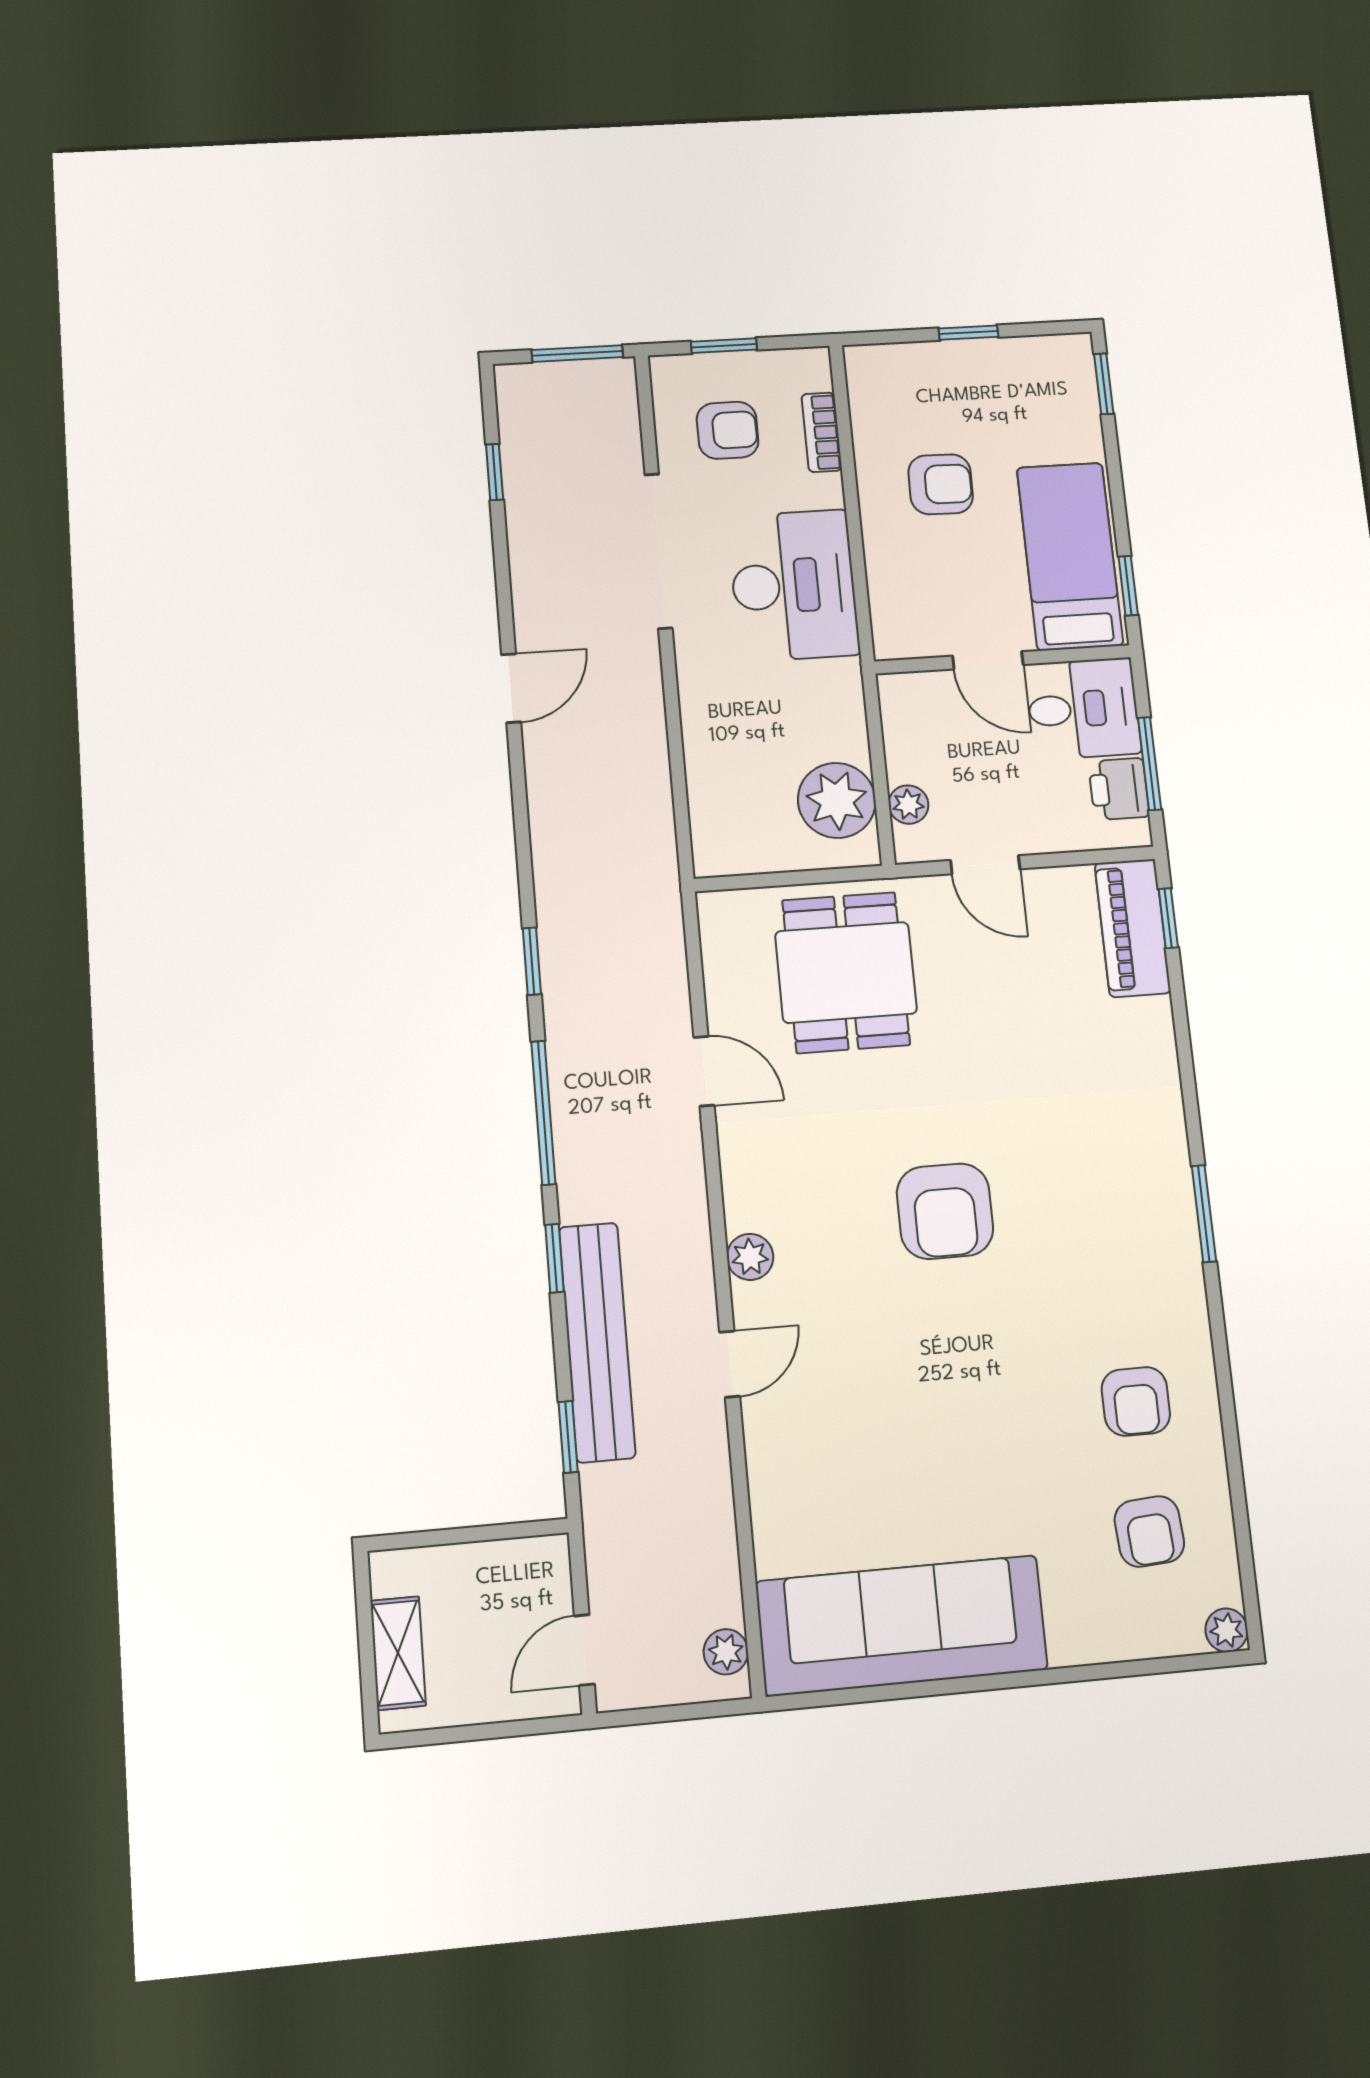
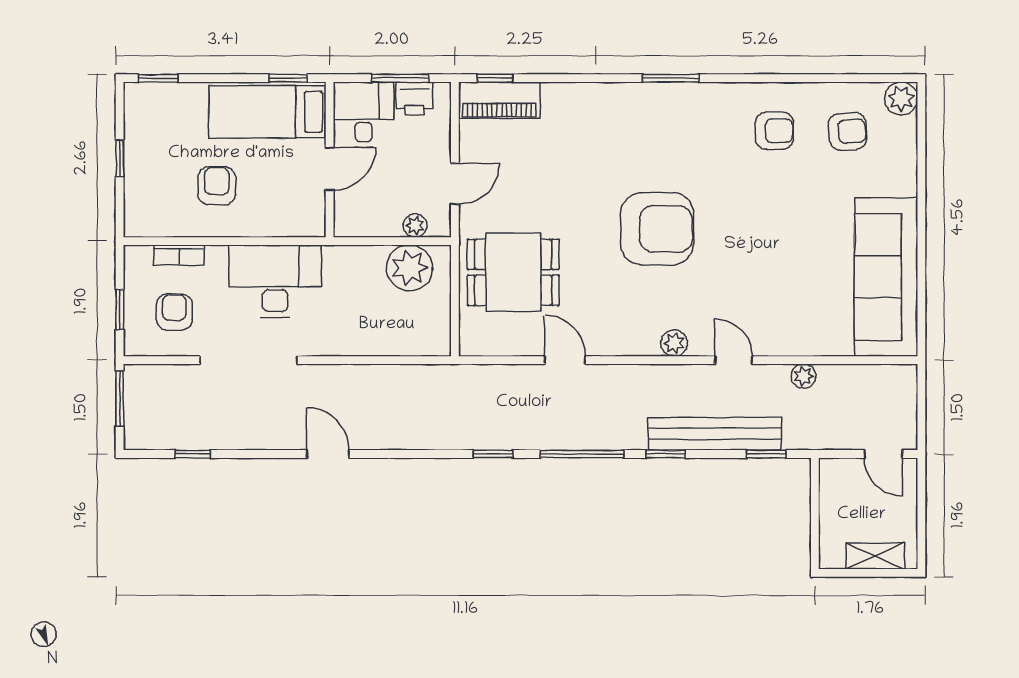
door: (704, 1071) -> (565, 360), hinge flipped
armchair: (945, 1211) -> (657, 229), width x1.36, depth x1.36
plant: (1227, 1630) -> (901, 98), width x1.38, depth x1.38
plant: (726, 1652) -> (804, 376), moved

